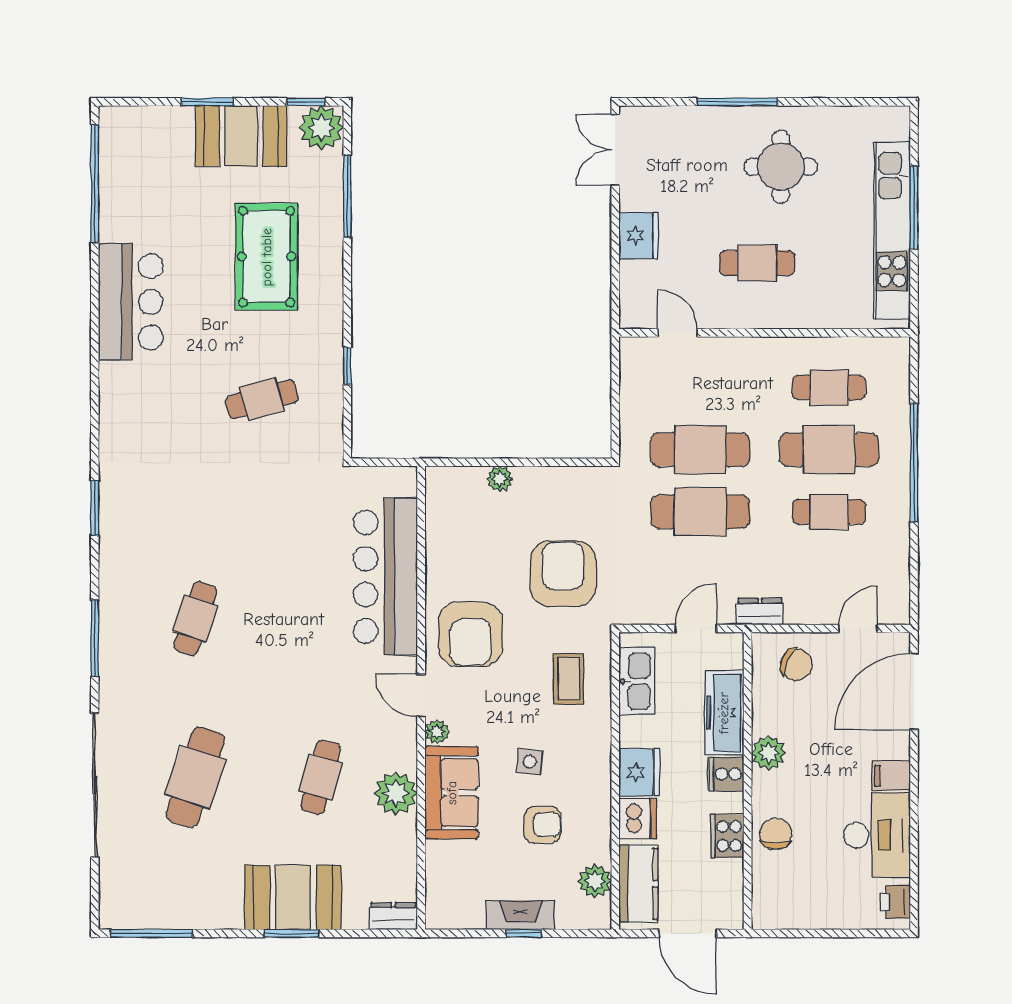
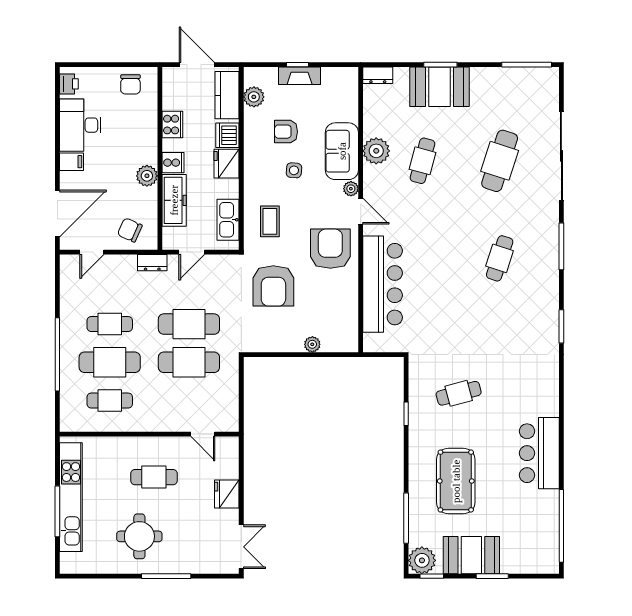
chair: (776, 834) -> (130, 84), moved

